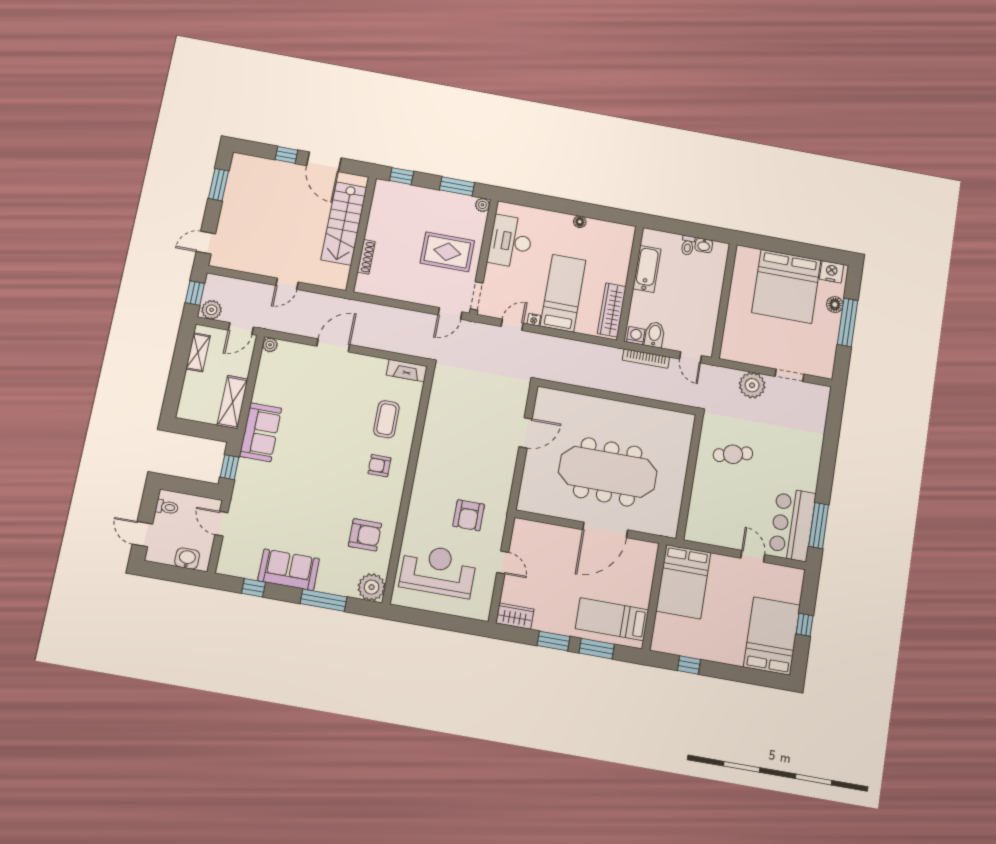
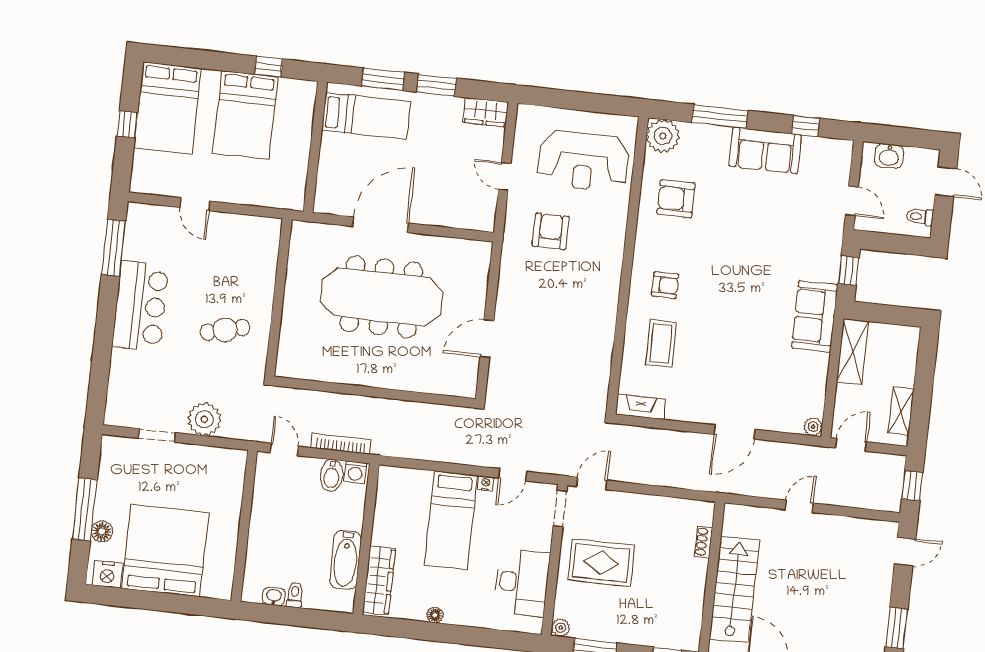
shoe rack: (366, 257) -> (704, 542), width x0.70
plant: (212, 310) -> (890, 466), removed
wardrobe: (612, 310) -> (379, 581), moved
bar counter: (792, 524) -> (140, 306), moved
bed: (683, 582) -> (245, 115), moved, turned 180

